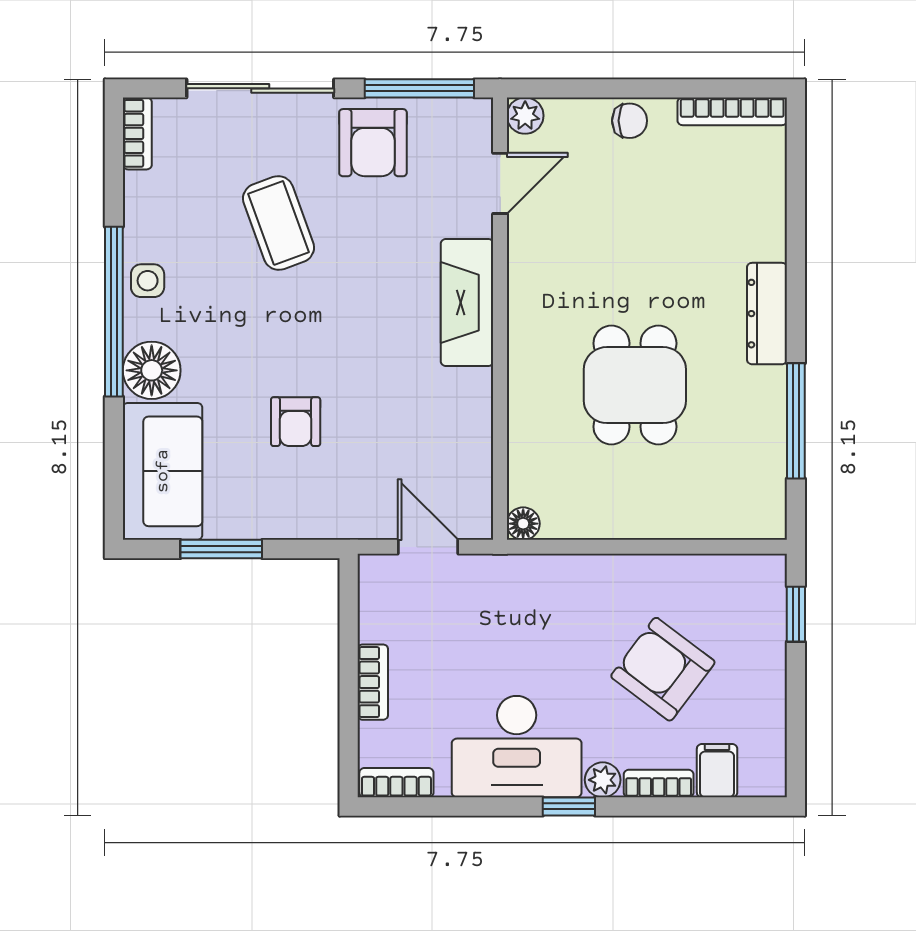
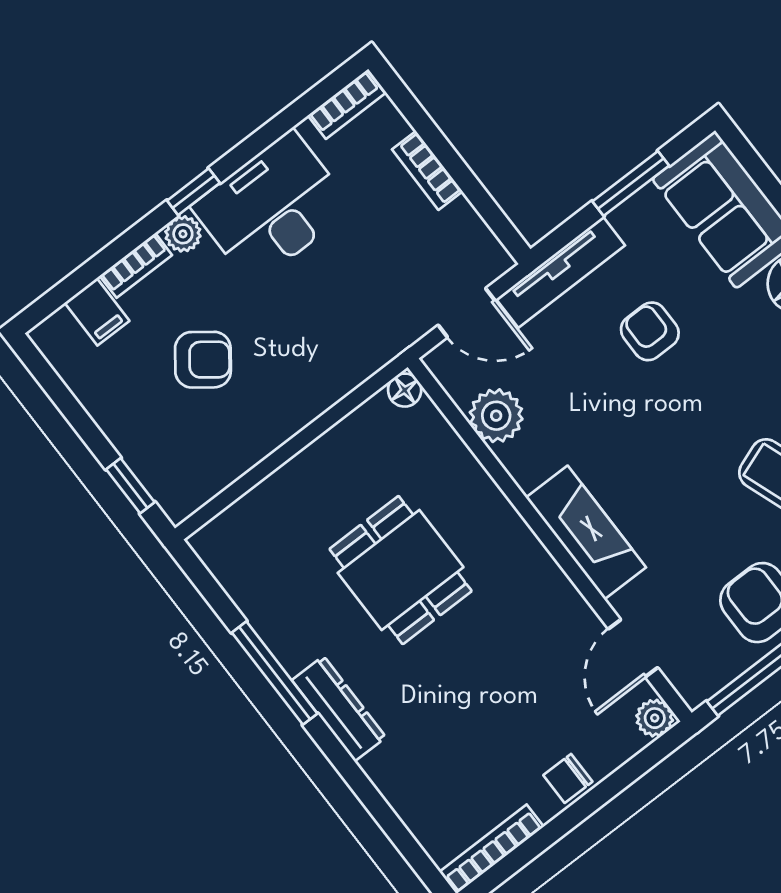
window: (796, 421) -> (275, 673), moved
plant: (467, 448) -> (496, 416), added
tv unit: (330, 522) -> (561, 272), added
armchair: (663, 669) -> (203, 360), width x0.72, depth x0.72

